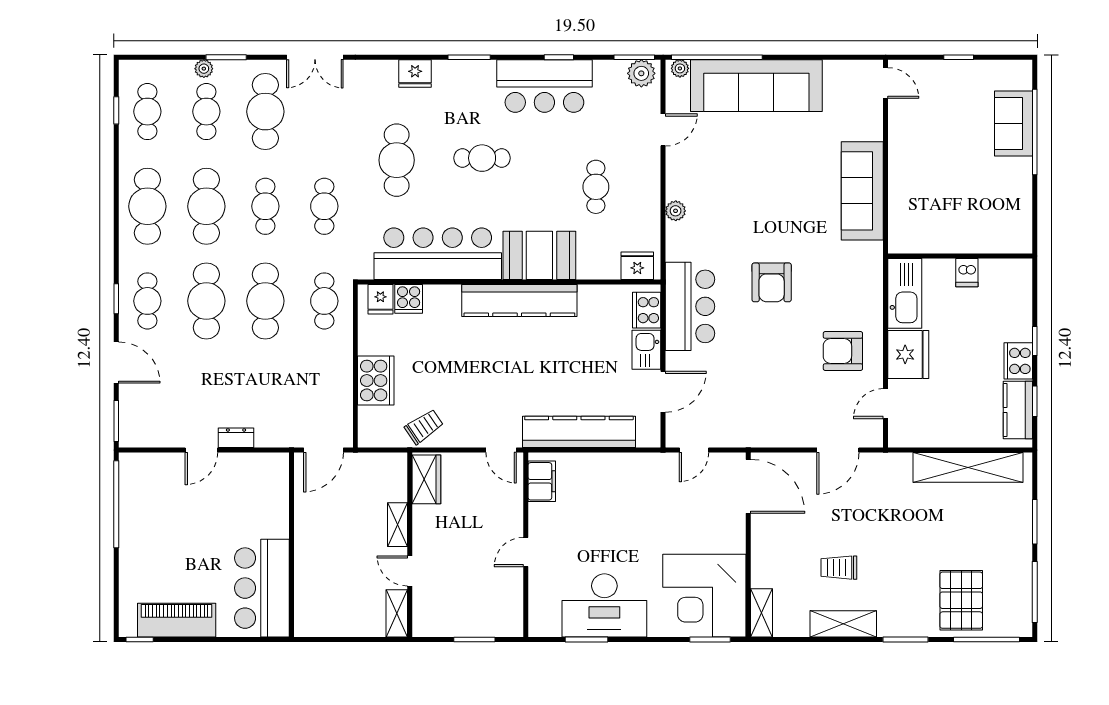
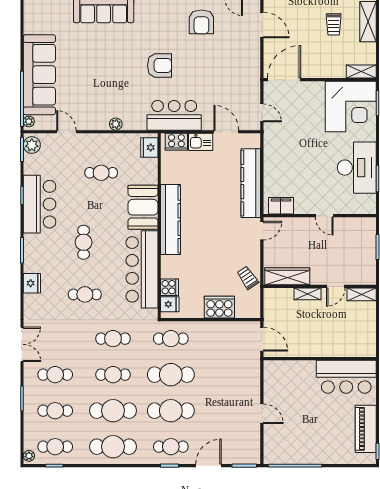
plant: (204, 69) -> (29, 456), moved
cafe table: (265, 112) -> (55, 375), width x0.73, depth x0.74
cafe table: (397, 160) -> (85, 294), width x0.73, depth x0.74
dresser: (236, 438) -> (254, 393), removed
wardrobe: (426, 479) -> (287, 276), width x1.50

